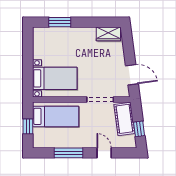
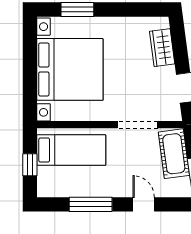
wardrobe: (108, 34) -> (162, 48), moved, turned 82
bed with nightstands: (55, 78) -> (70, 69), width x1.85

